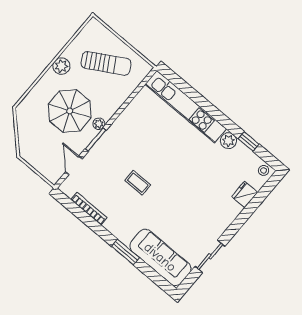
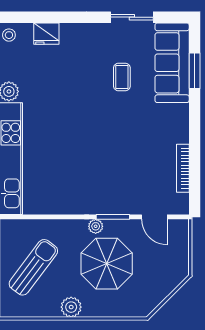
sun lounger: (106, 63) -> (33, 267), turned 67
door: (74, 165) -> (154, 217), hinge flipped
coffee table: (138, 183) -> (122, 77), moved
window: (125, 252) -> (195, 71), moved

